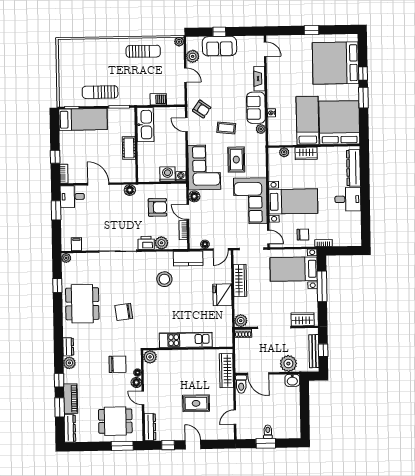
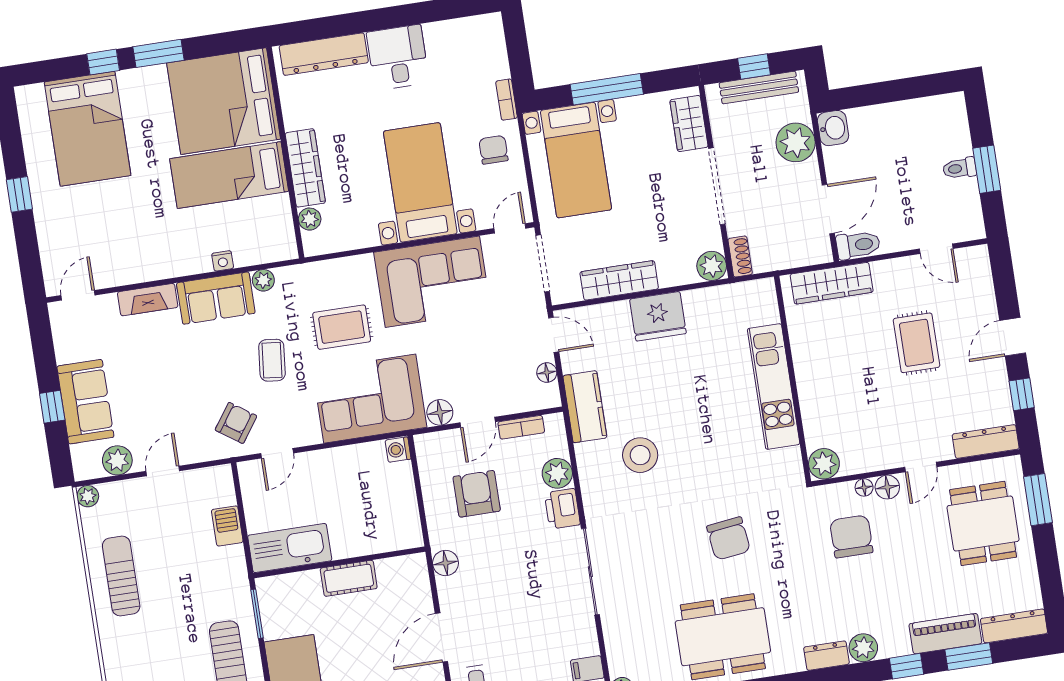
bed: (336, 63) -> (88, 129), width x0.73
wardrobe: (306, 153) -> (305, 168), width x1.50
washing machine: (168, 174) -> (397, 481), removed

